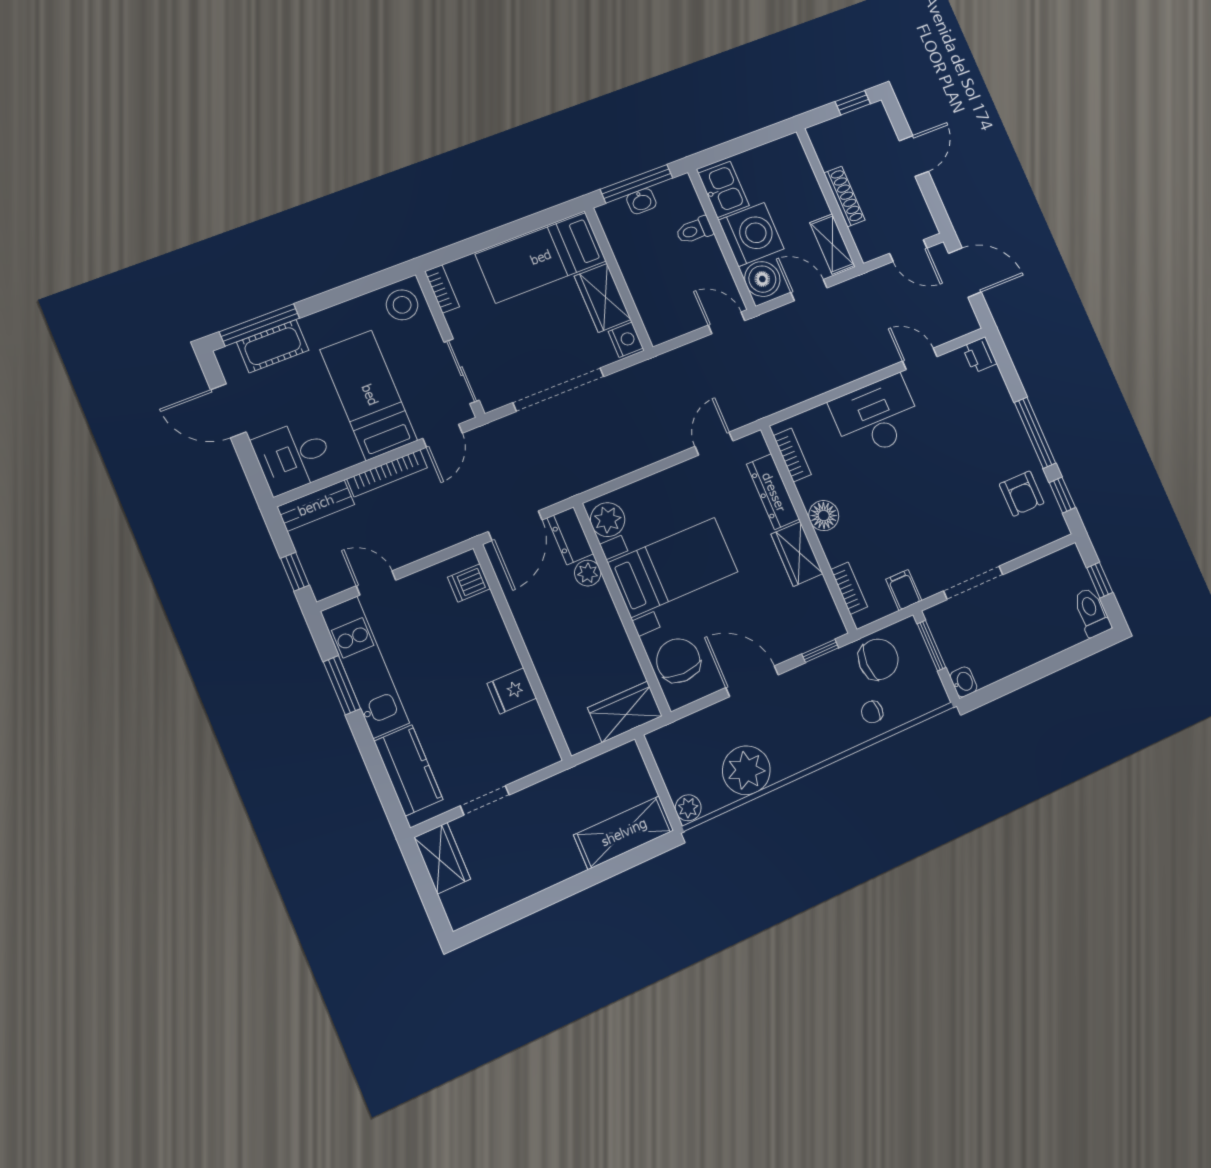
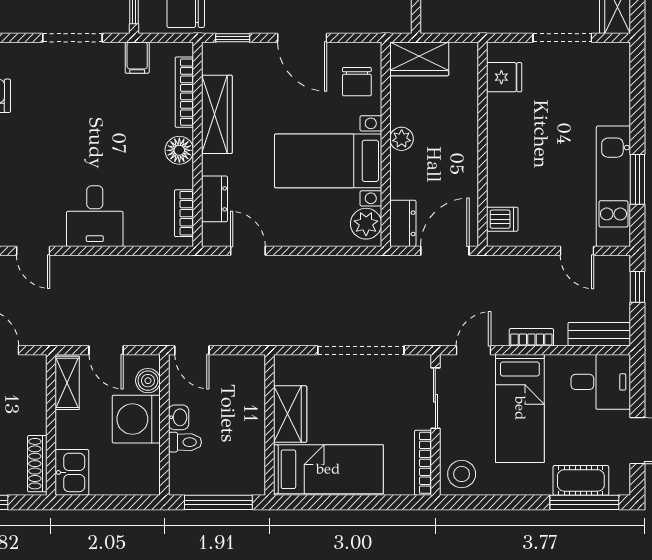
kitchen sink: (724, 189) -> (72, 472), moved, turned 180
shoe rack: (844, 197) -> (37, 464), moved
washbasin: (641, 201) -> (179, 417), moved, turned 90
boiler: (762, 279) -> (148, 381), width x0.73, depth x0.73
bookcase: (442, 289) -> (423, 463), width x1.56
nightstand: (626, 340) -> (286, 370), removed
desk: (876, 417) -> (95, 216), width x0.73
door: (714, 444) -> (248, 251), swing flipped
bookcase: (387, 473) -> (531, 337), width x0.64
dresser: (773, 492) -> (215, 199), width x0.70
wardrobe: (797, 554) -> (217, 114), width x1.50
plant: (588, 573) -> (402, 139), moved
bookcase: (849, 588) -> (184, 92), width x1.56
chair: (678, 661) -> (357, 82), width x0.73, depth x0.73
fridge: (512, 691) -> (504, 77), moved
kitchen counter: (408, 770) -> (613, 88), removed
doorway: (485, 800) -> (562, 38), width x1.38

